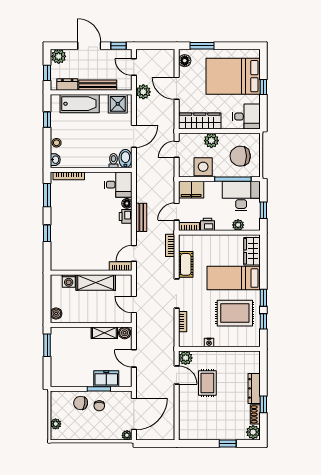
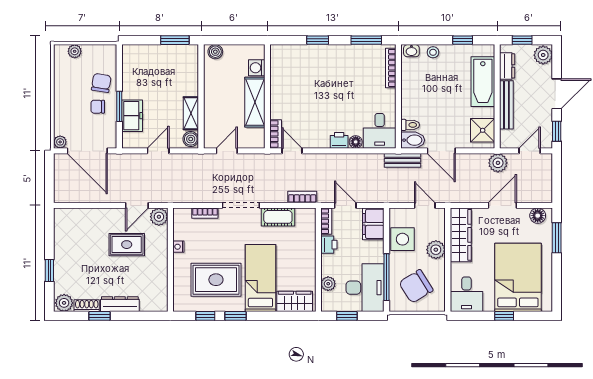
chair: (240, 156) -> (416, 286), turned -122
bench: (141, 217) -> (402, 160), moved
rug: (235, 313) -> (216, 280), turned 90

